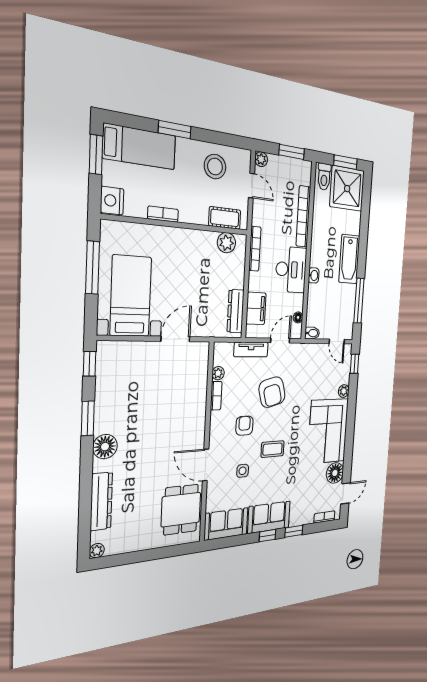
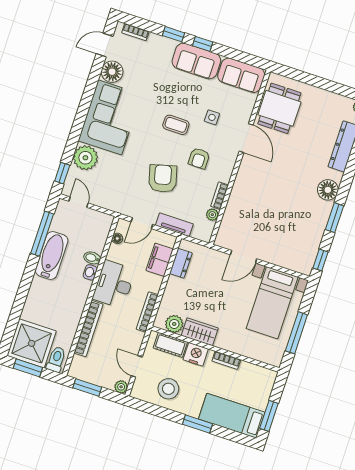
nightstand: (112, 201) -> (196, 354), moved, turned -90
wardrobe: (199, 241) -> (200, 332), added
bathtub: (349, 259) -> (52, 255), moved
dresser: (236, 311) -> (181, 263), width x0.70
bidet: (312, 333) -> (92, 258), moved
plant: (344, 391) -> (85, 158), width x1.87, depth x1.87

